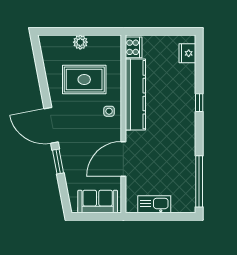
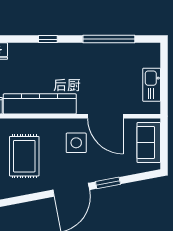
side table: (109, 111) -> (76, 143), moved, width x1.87, depth x1.87
window: (199, 181) -> (109, 39), moved

